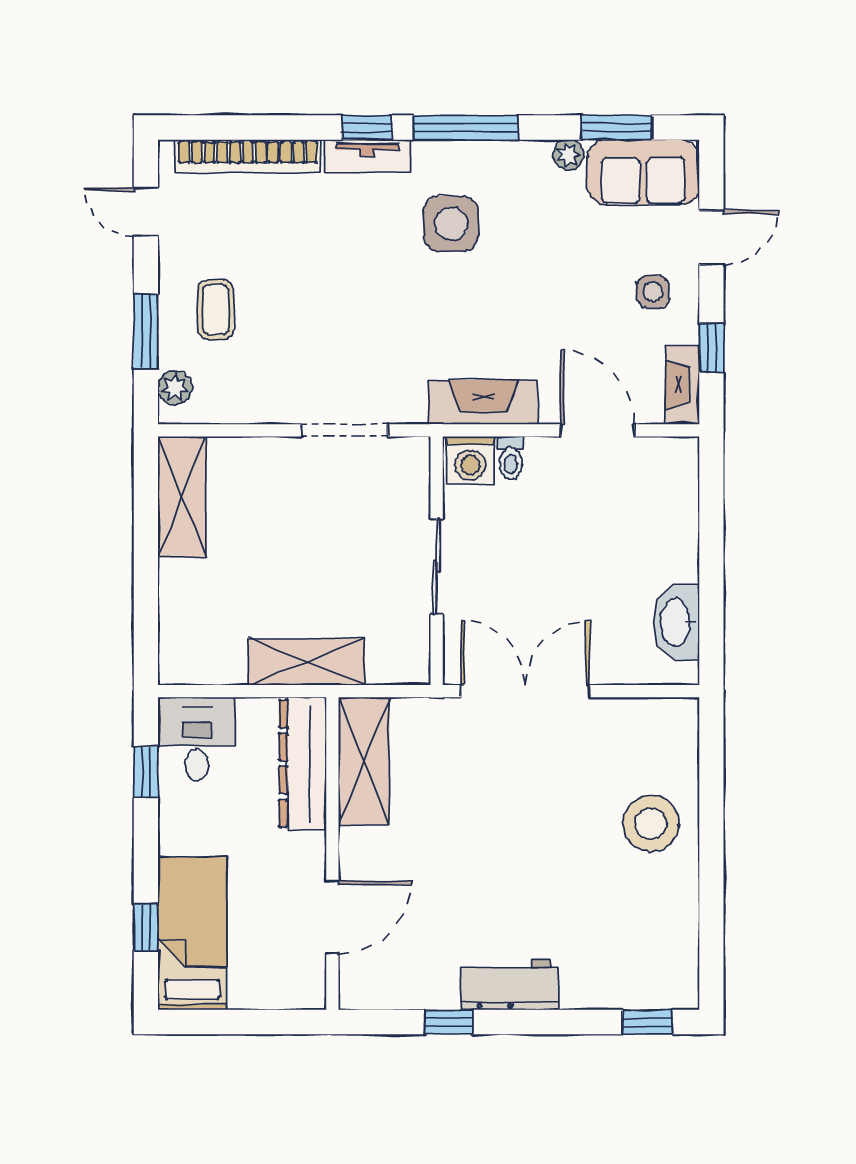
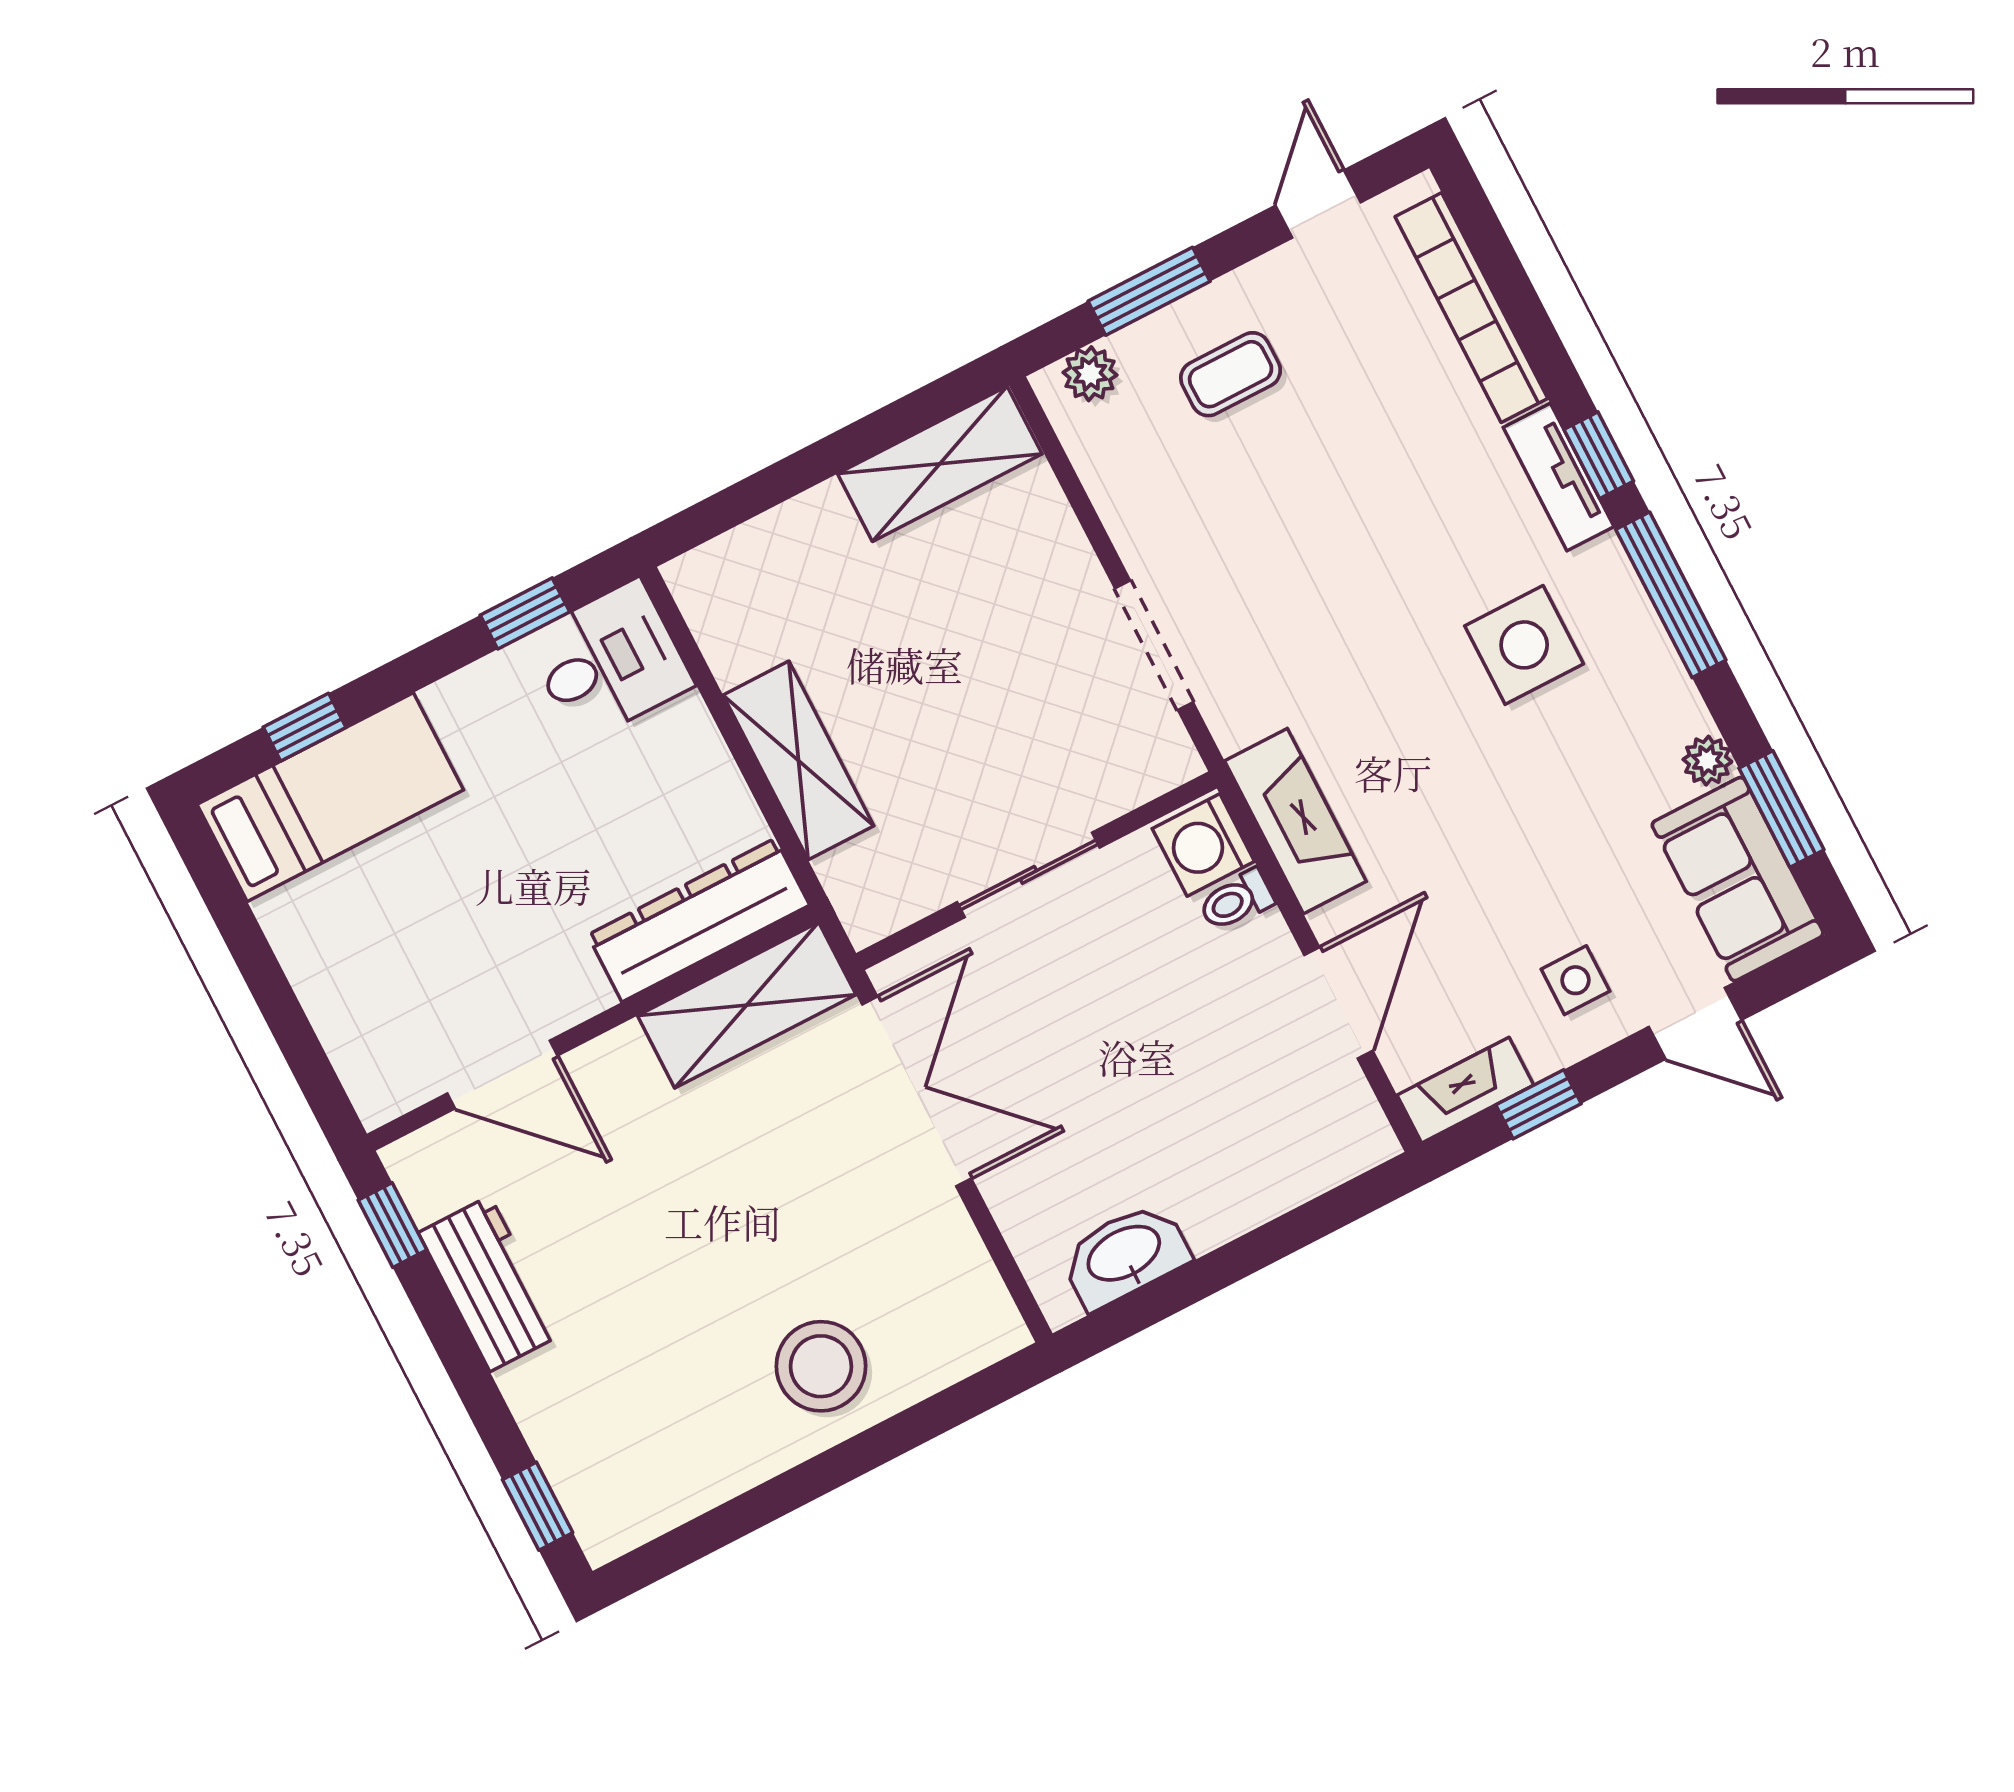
shelving: (364, 761) -> (747, 1005), moved
dresser: (303, 763) -> (699, 920), moved
wall: (332, 854) -> (593, 1028), moved
door: (332, 917) -> (502, 1075), moved

